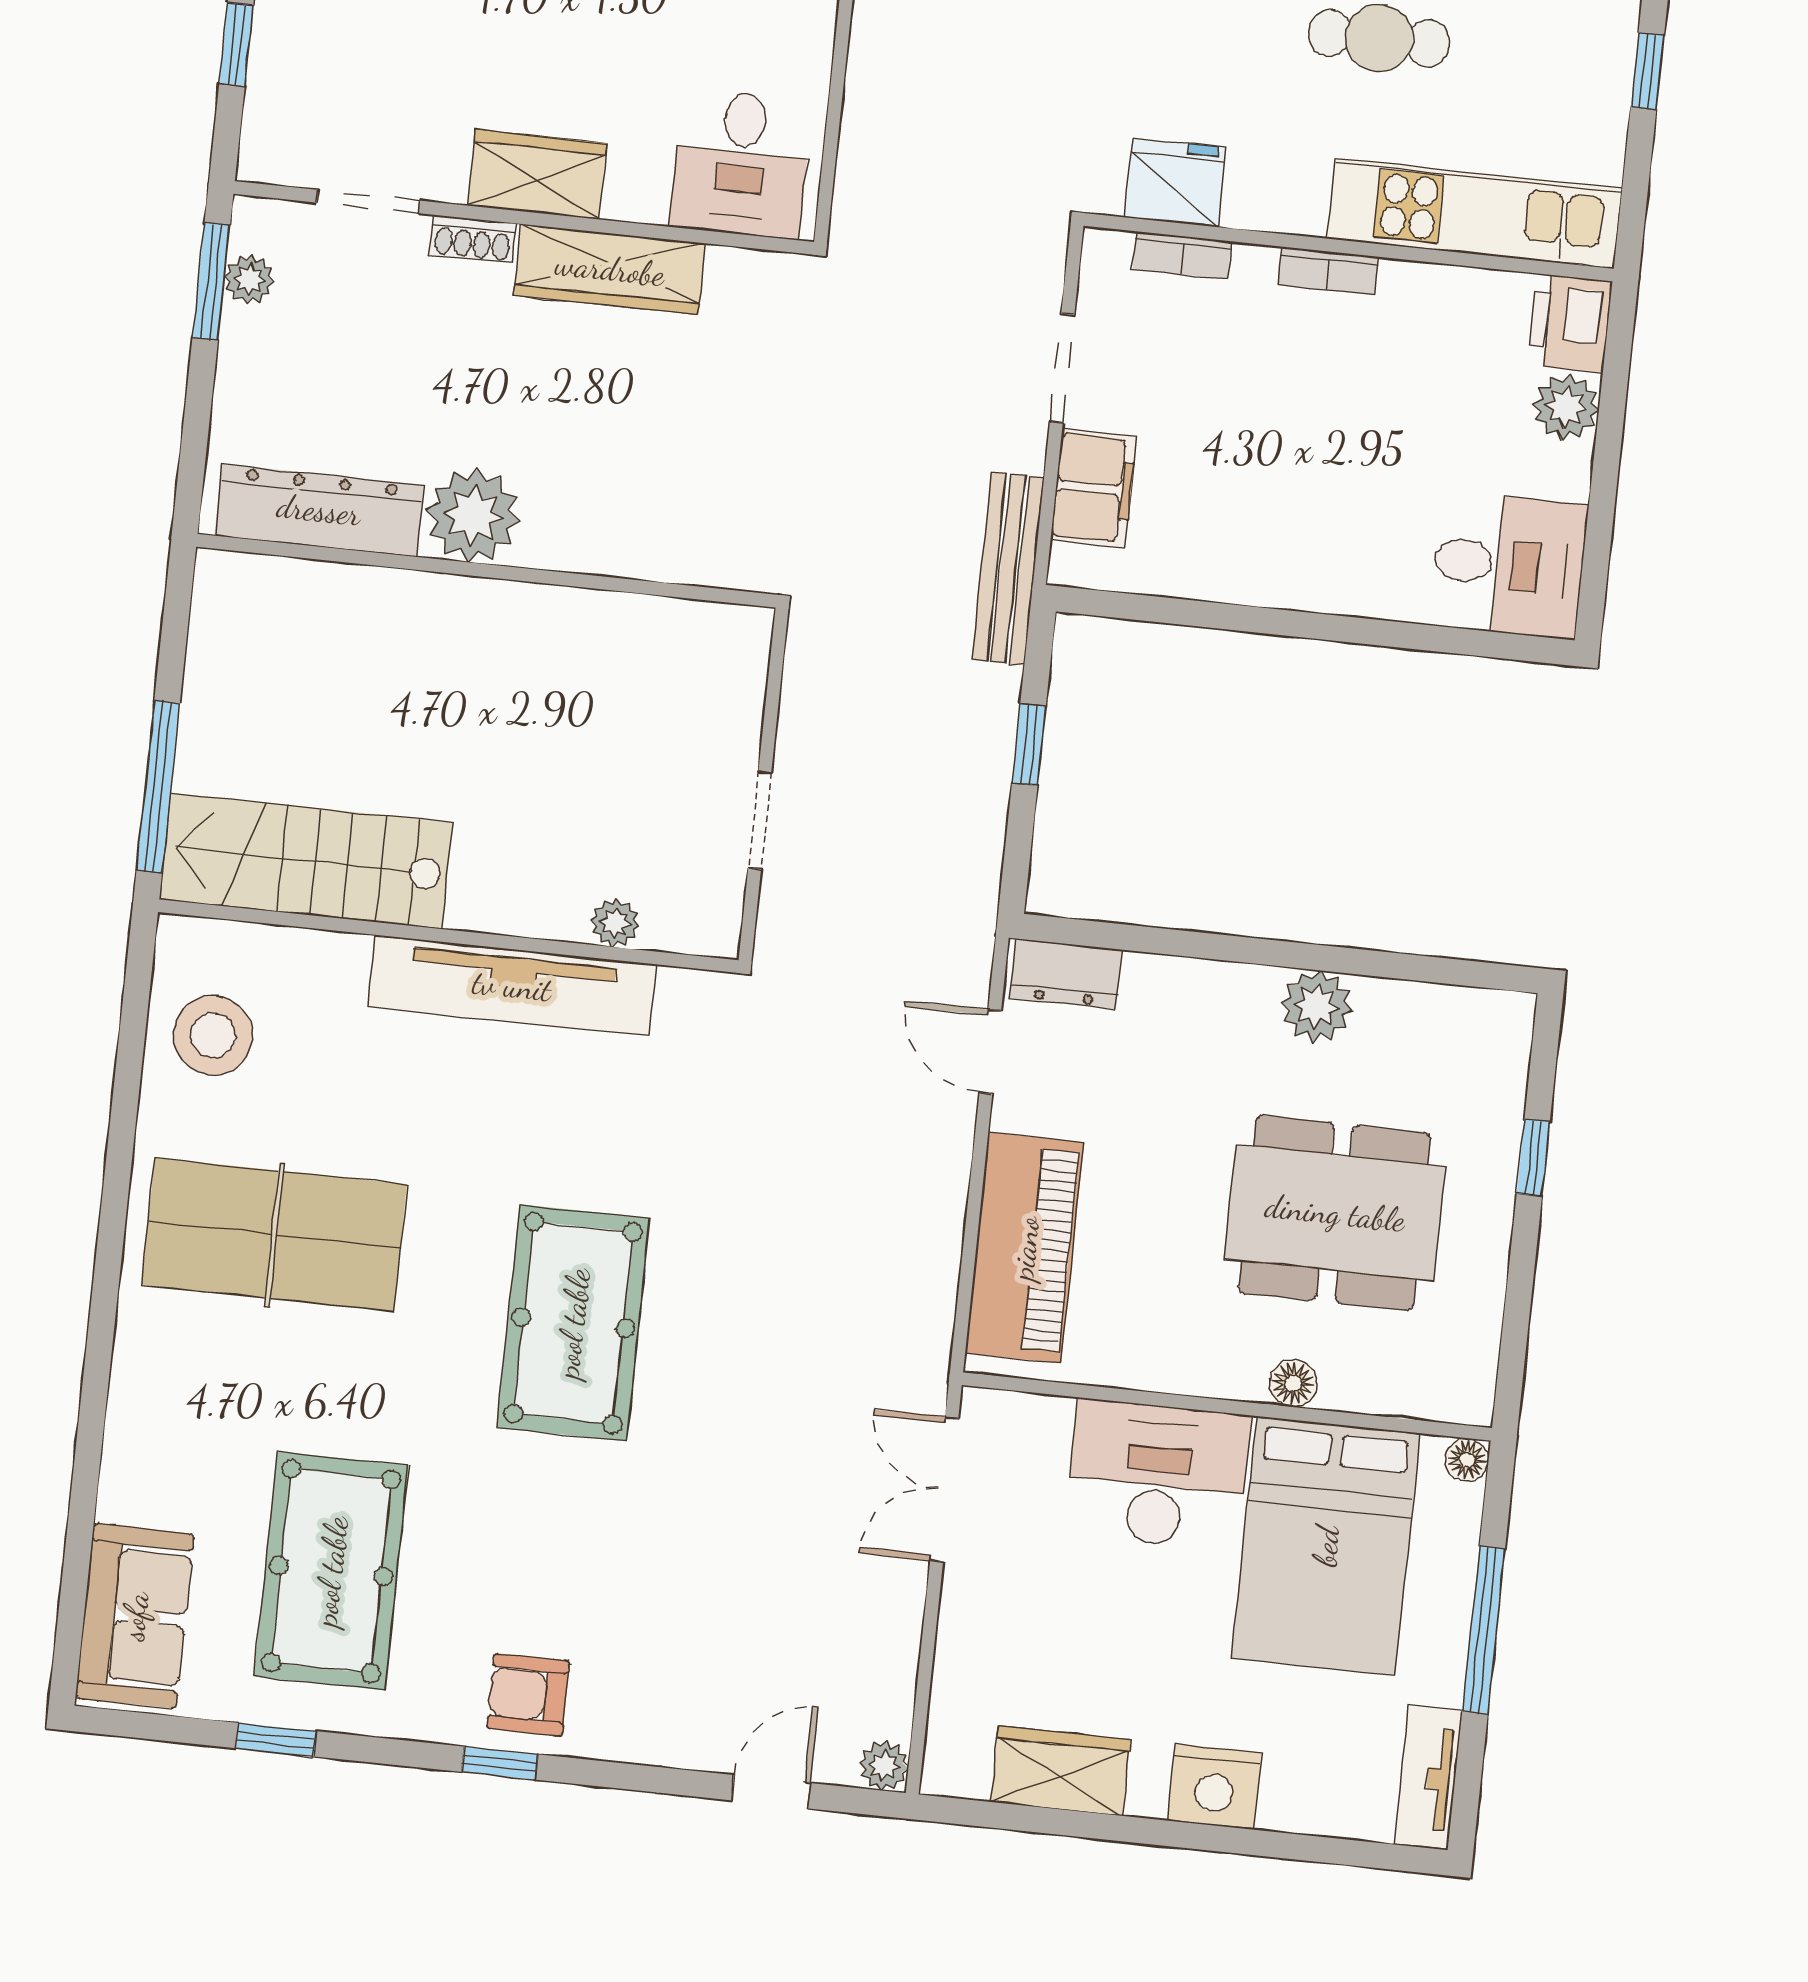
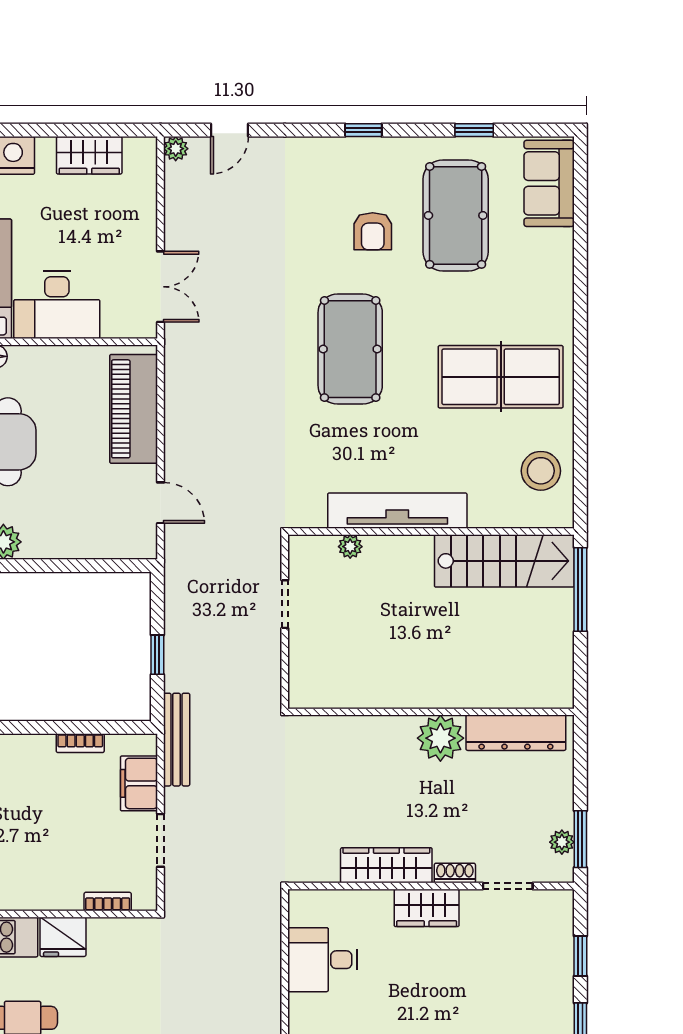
desk: (741, 163) -> (323, 960), moved, turned -90
fridge: (1175, 182) -> (63, 937), moved
bookcase: (1328, 271) -> (80, 743), moved, turned 180
dresser: (1066, 974) -> (127, 545), removed
armchair: (528, 1695) -> (373, 231), moved, turned 90

